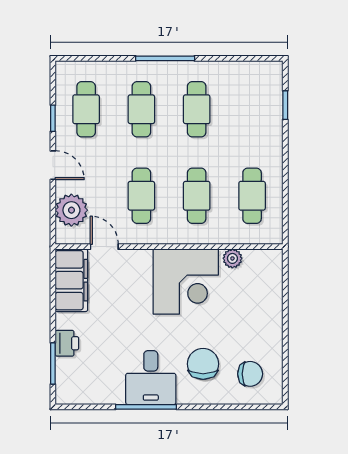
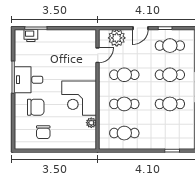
filing cabinet: (71, 280) -> (80, 38), removed
printer: (67, 343) -> (31, 36), moved
chair: (250, 374) -> (43, 132), moved

